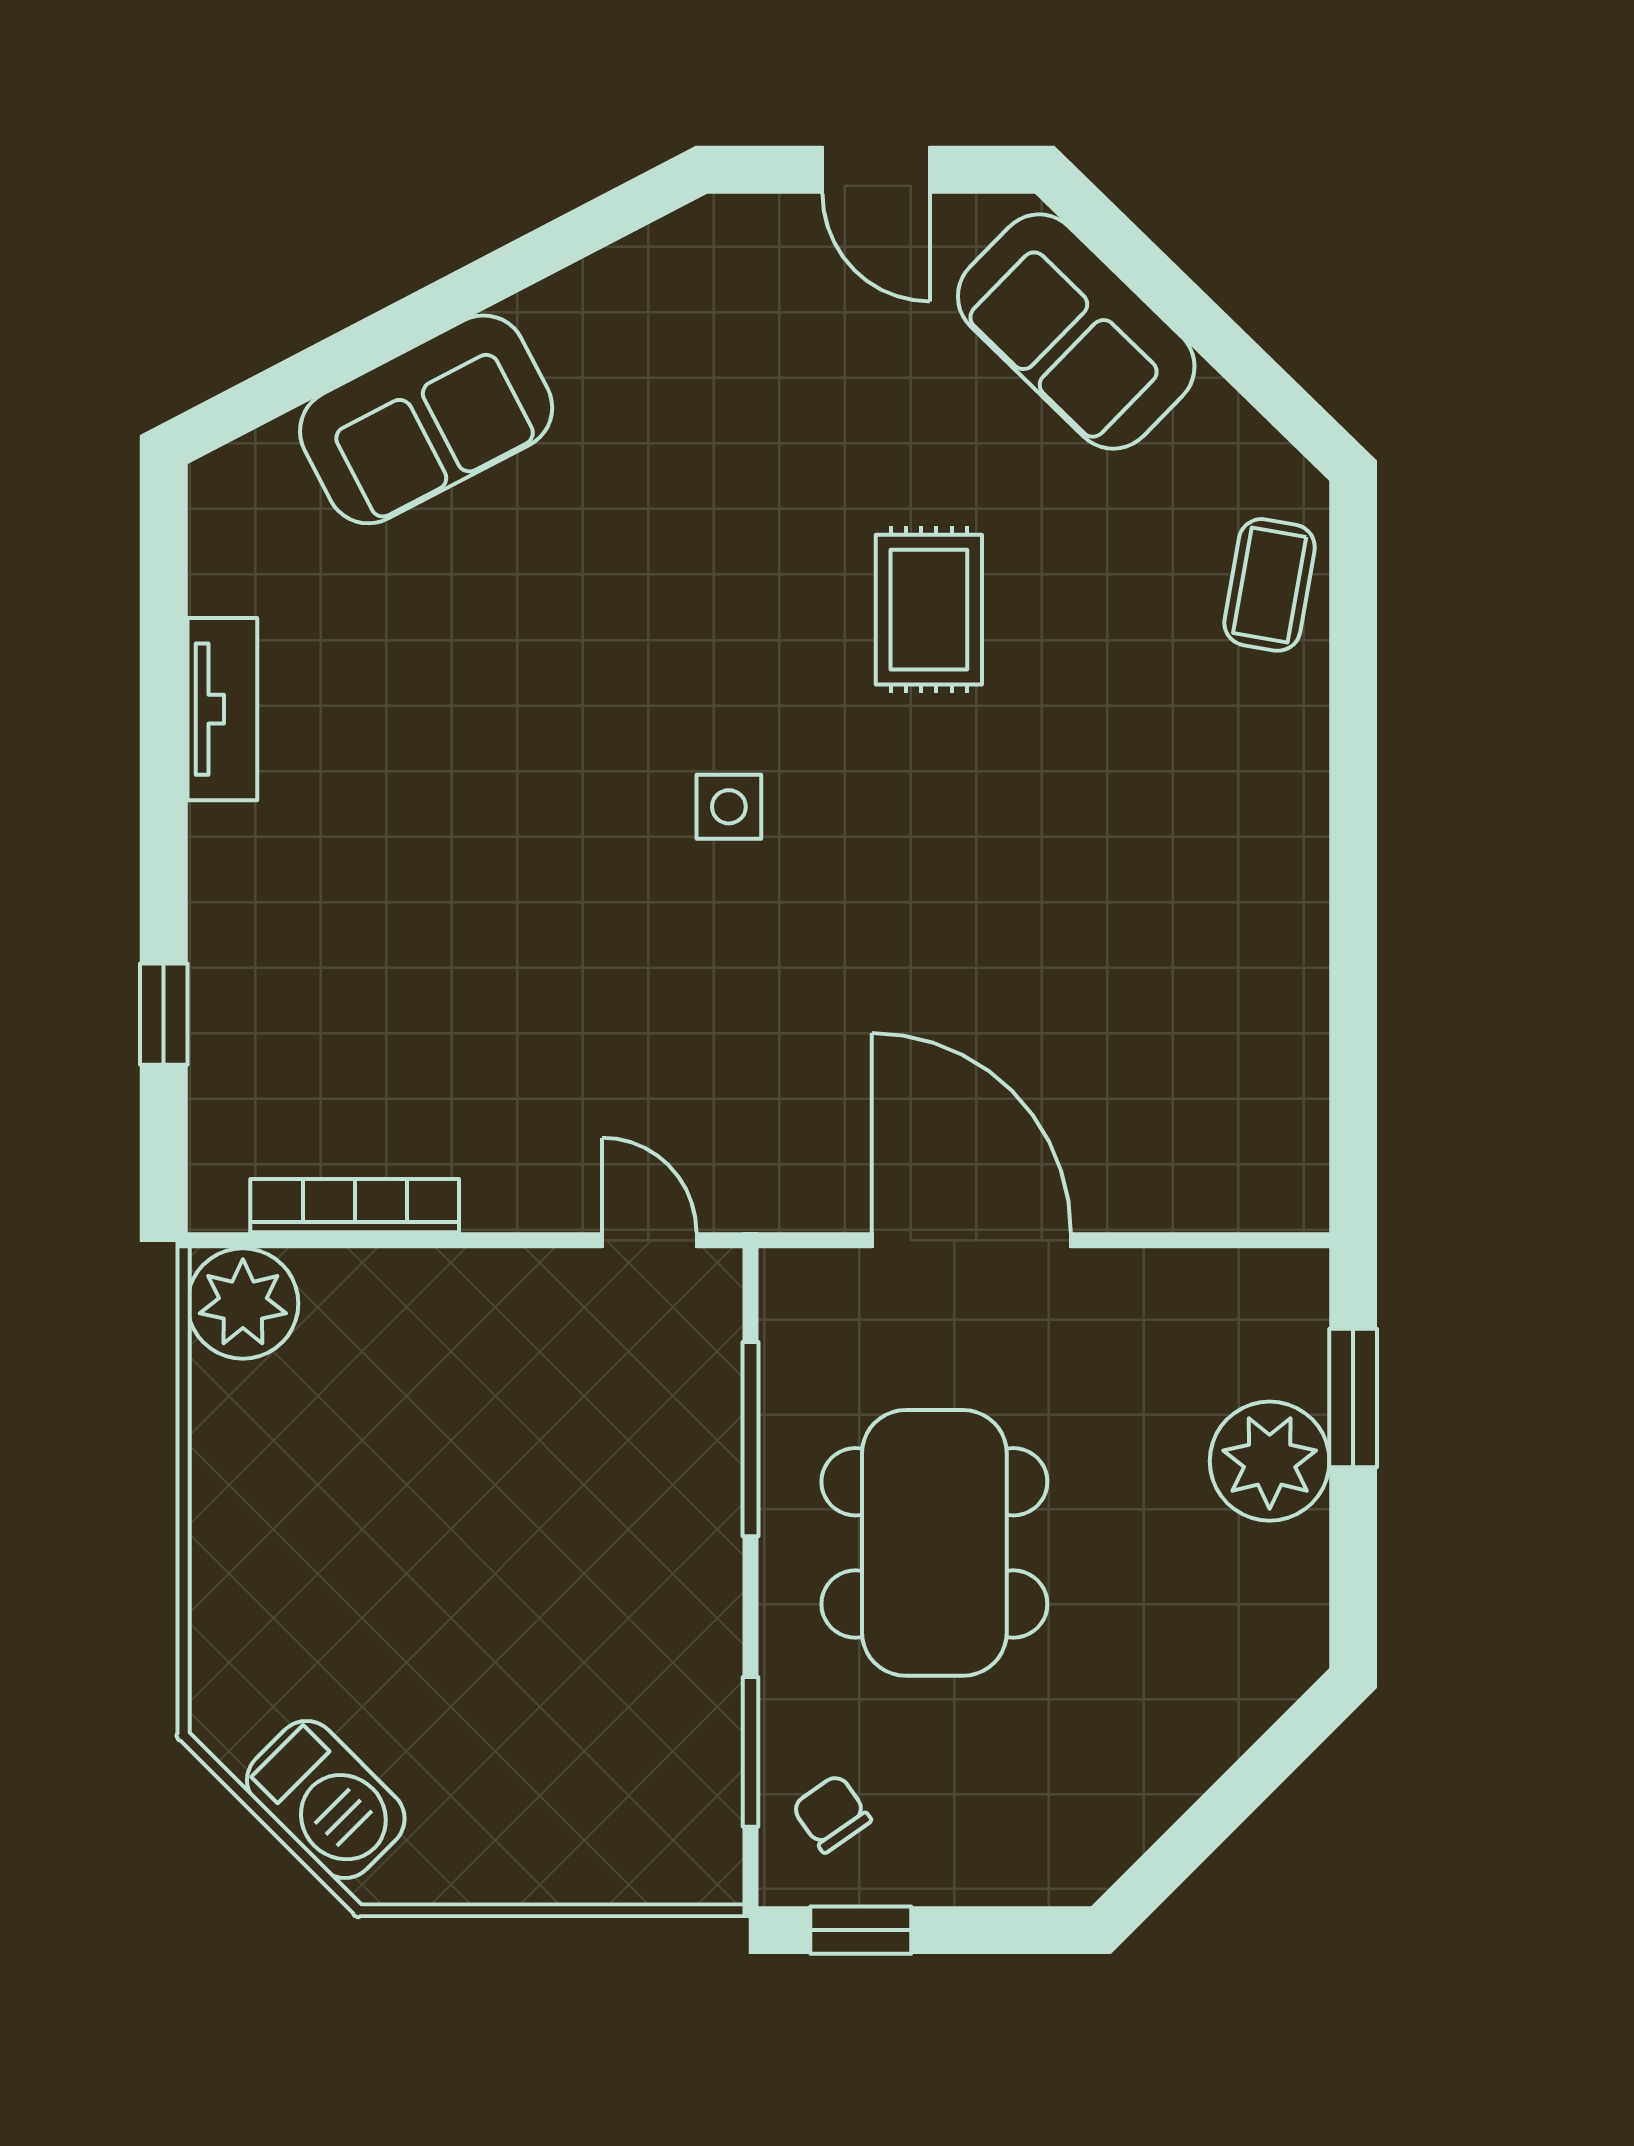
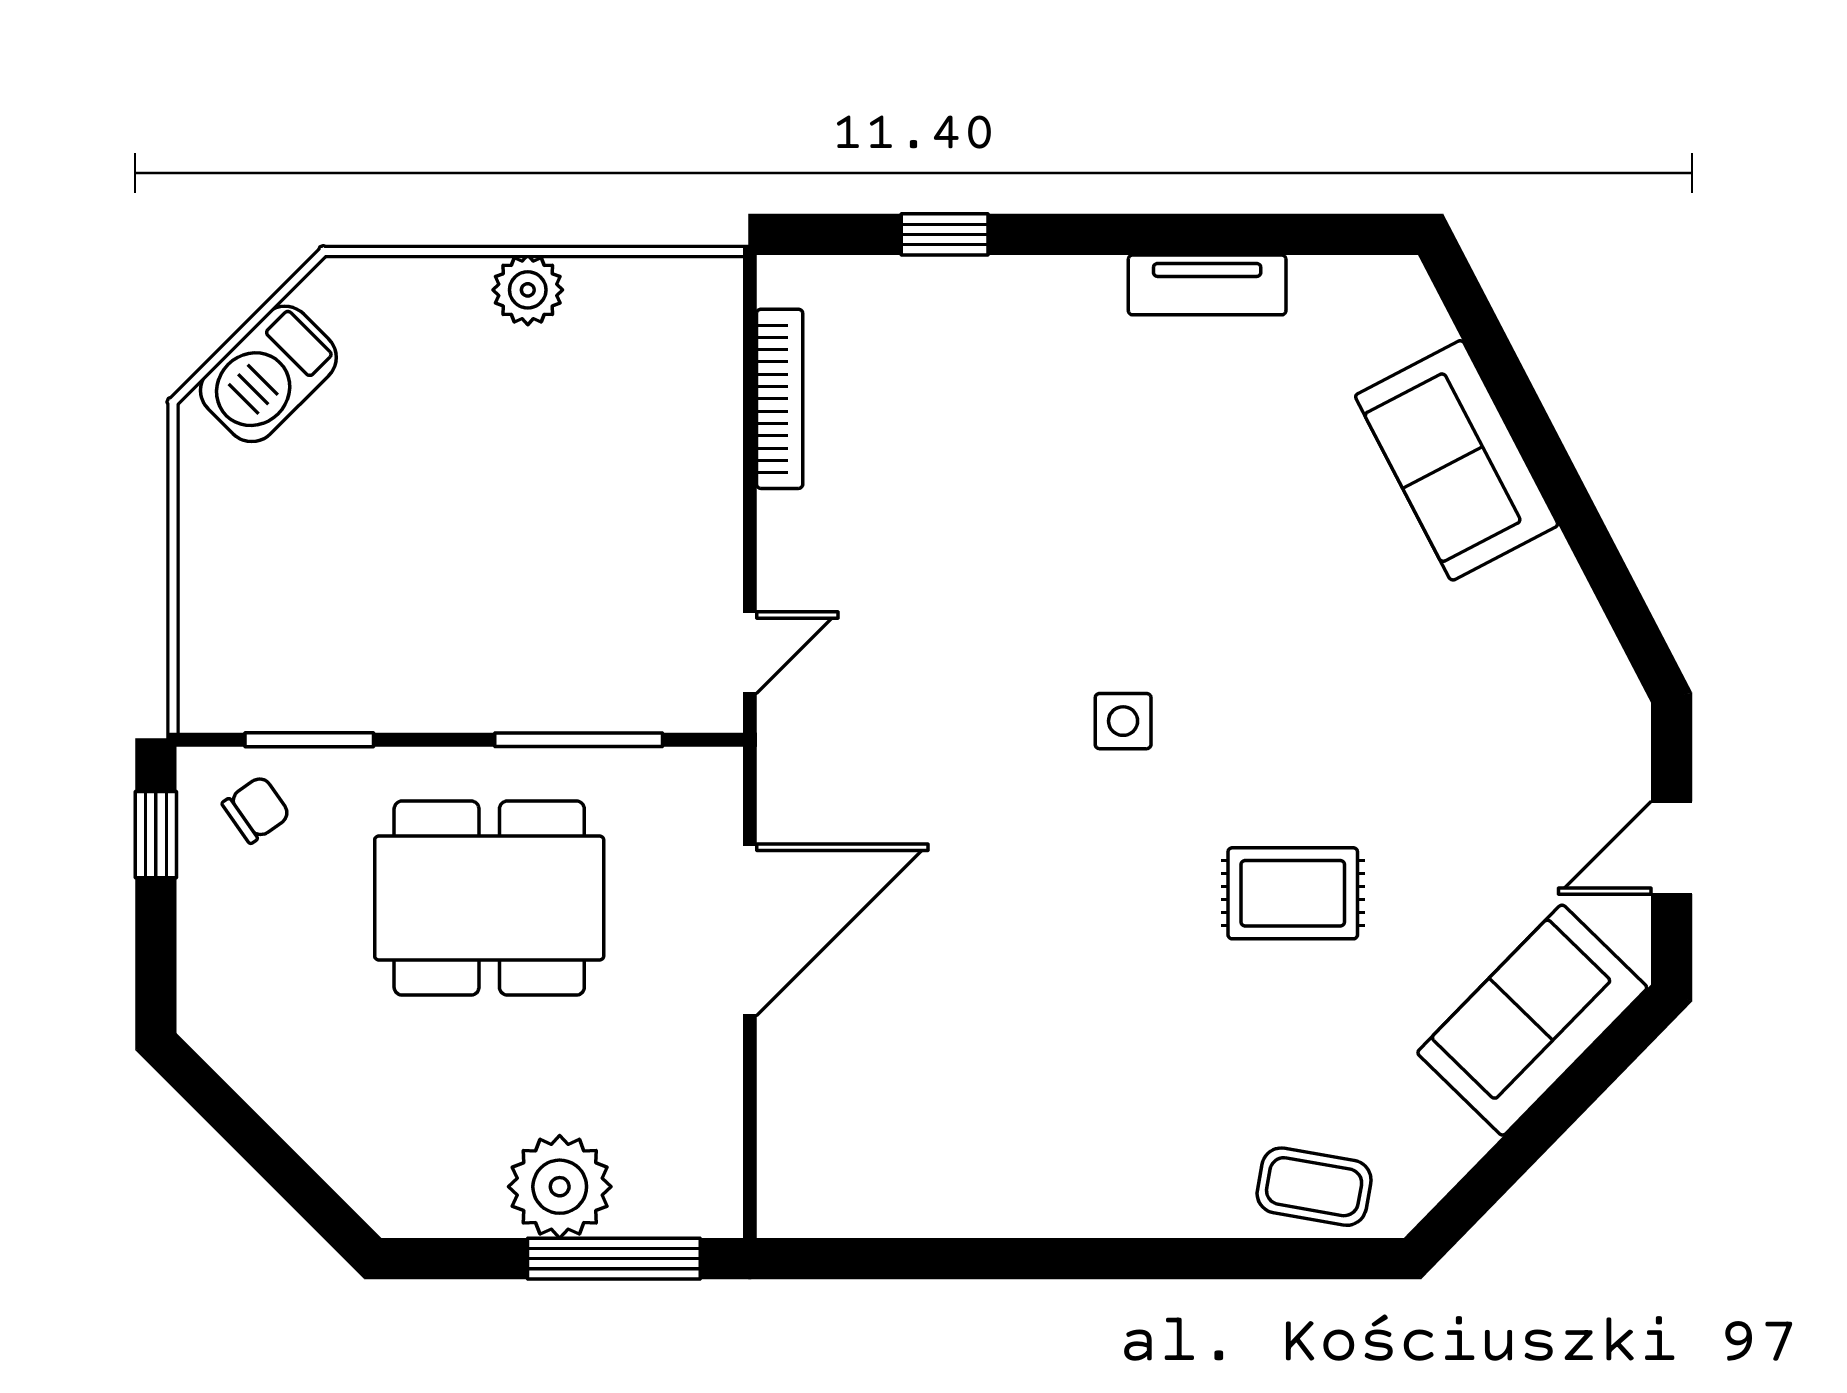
plant: (243, 1303) -> (528, 290), moved, width x0.73, depth x0.73
window: (1353, 1398) -> (614, 1259), width x1.44

